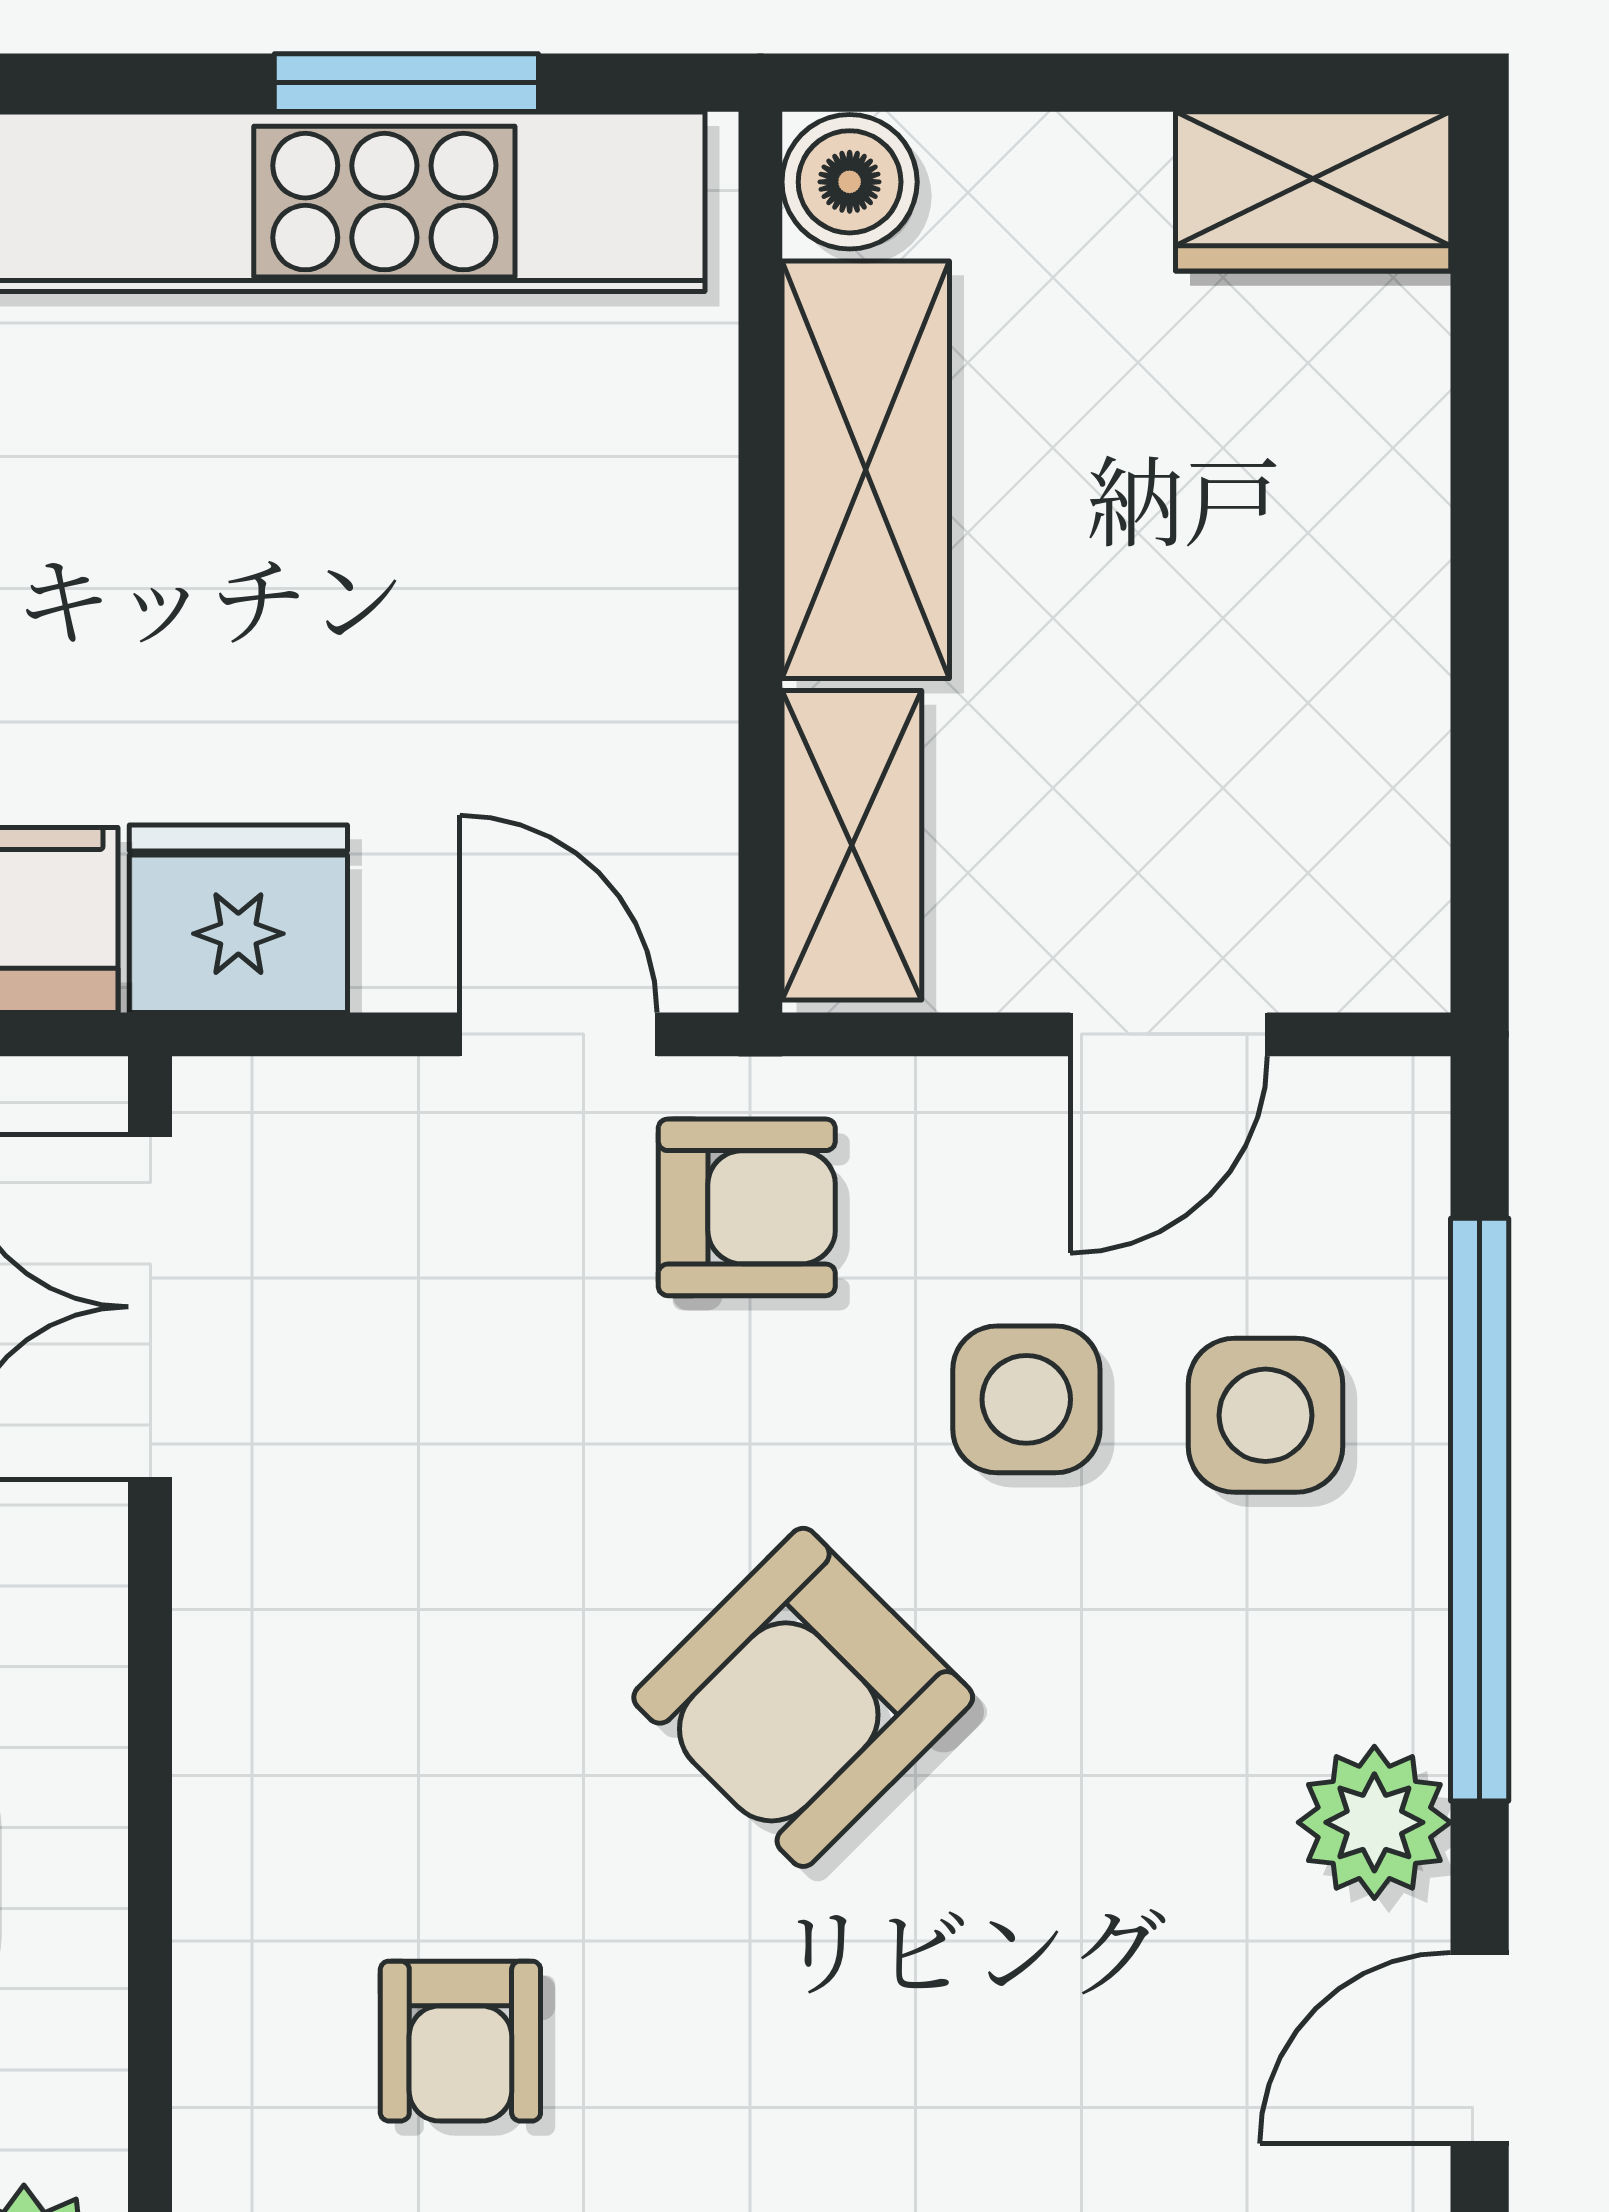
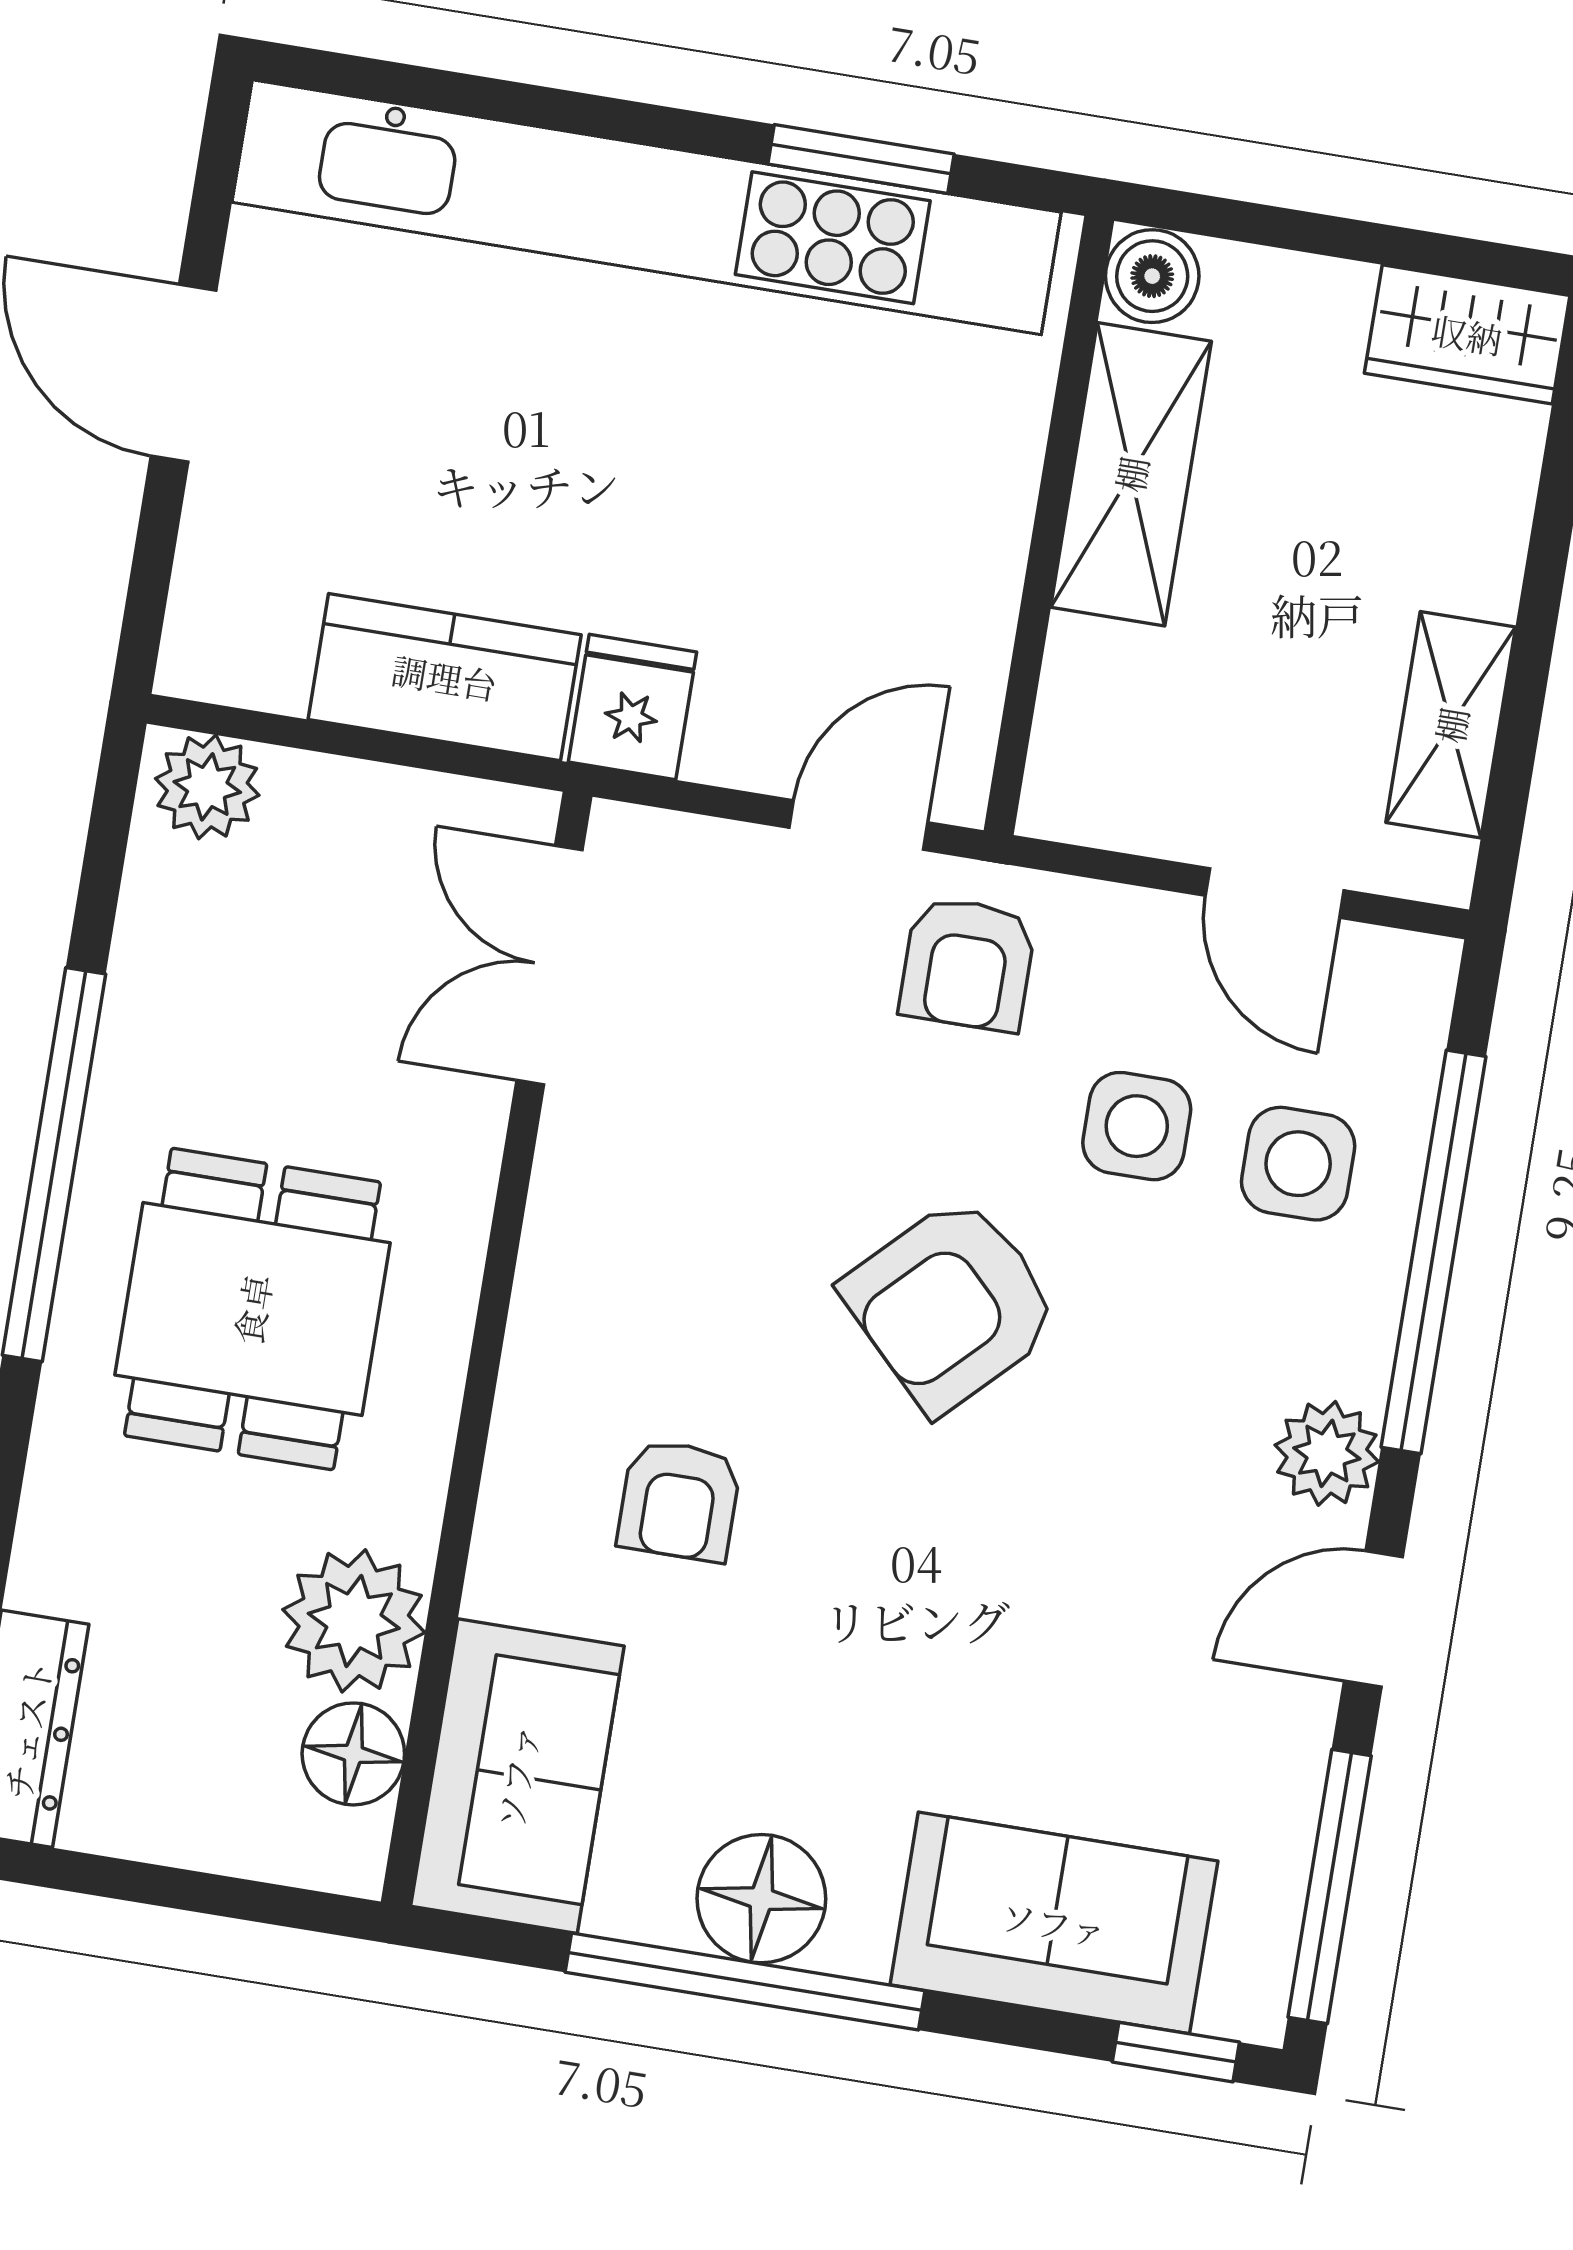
shelving: (852, 845) -> (1451, 725), moved
fridge: (238, 919) -> (633, 707), width x0.72
door: (558, 1034) -> (858, 825), hinge flipped
door: (1169, 1034) -> (1275, 893), hinge flipped
armchair: (747, 1207) -> (968, 964), turned 90

